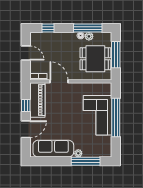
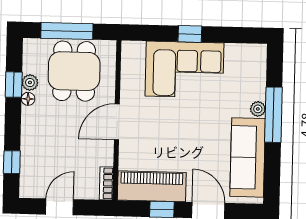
window: (88, 28) -> (14, 85), width x0.46
door: (59, 81) -> (117, 122), moved
window: (116, 118) -> (190, 34), width x0.32
window: (86, 161) -> (273, 115), moved

